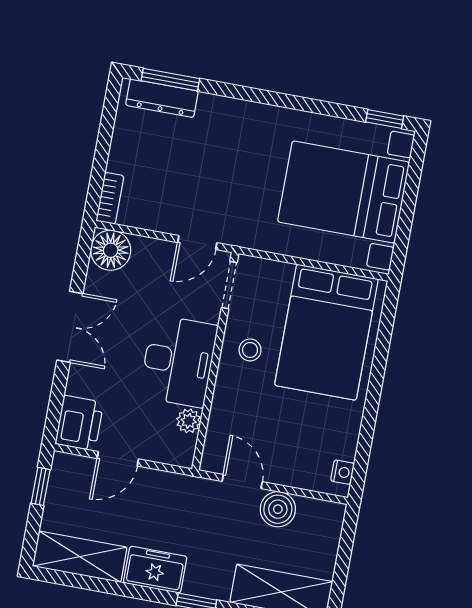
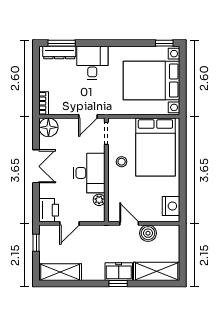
desk: (227, 132) -> (92, 63), added
nightstand: (342, 472) -> (171, 206), width x1.89, depth x1.79
freezer: (155, 570) -> (119, 272), moved

